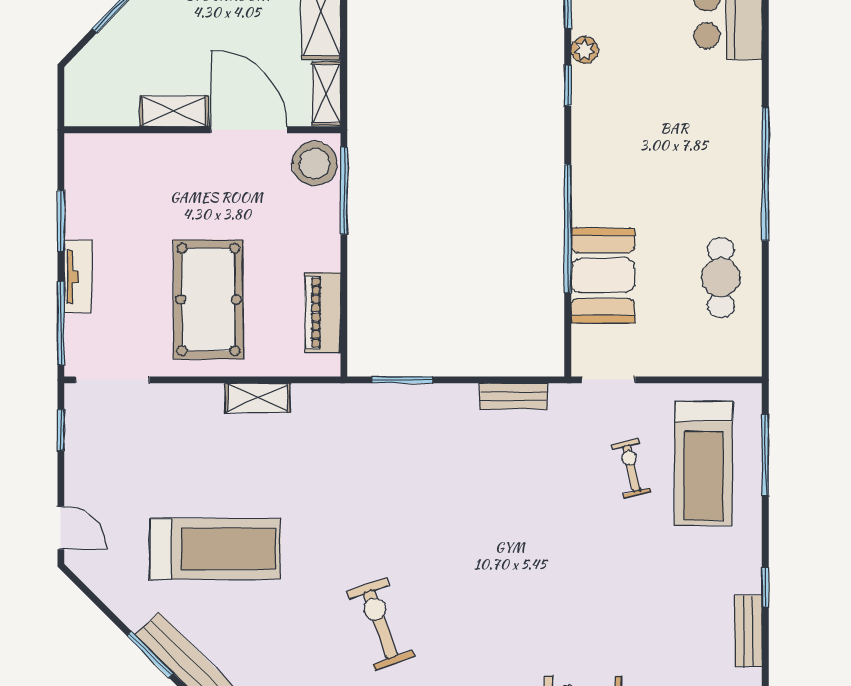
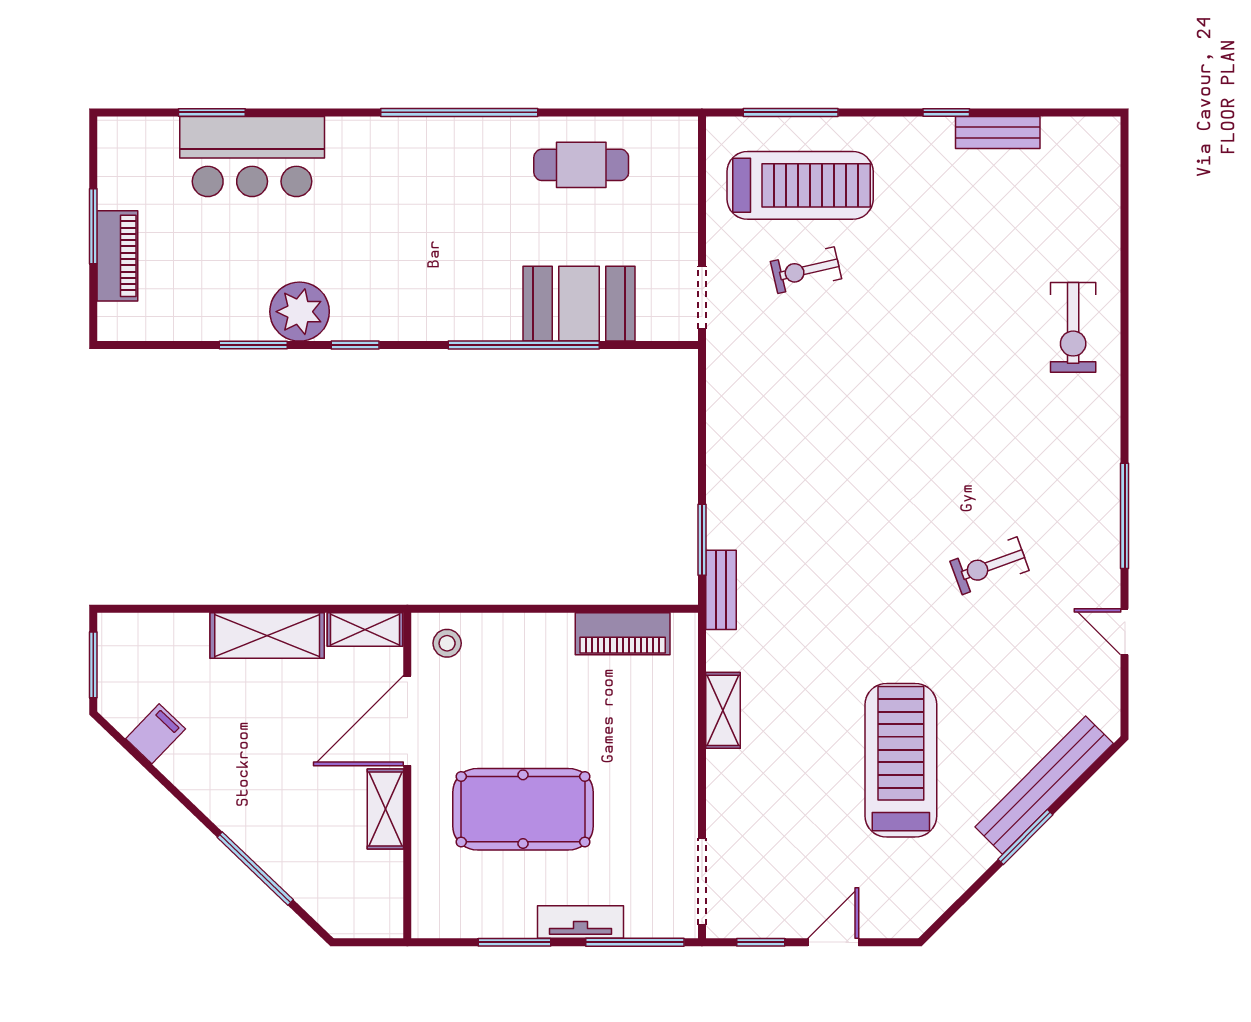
plant: (584, 50) -> (300, 312), width x1.88, depth x1.88
stool: (315, 164) -> (447, 643), width x0.53, depth x0.53
window: (344, 191) -> (479, 609), removed
pool table: (208, 300) -> (523, 809), moved
bench: (513, 396) -> (721, 590), moved
door: (61, 528) -> (833, 942), moved
exercise bike: (380, 624) -> (990, 566), width x0.73, depth x0.72

